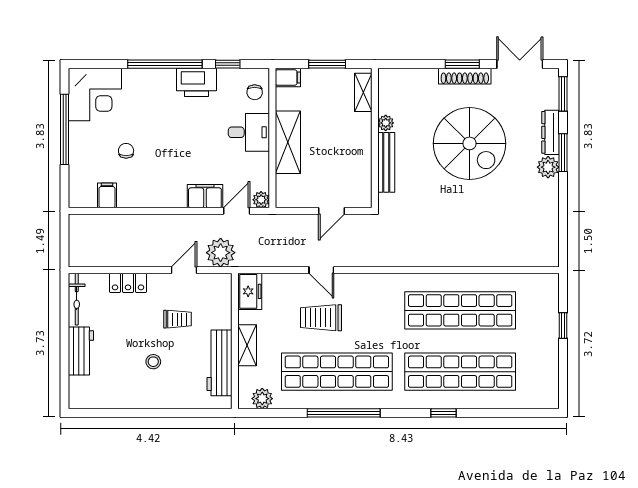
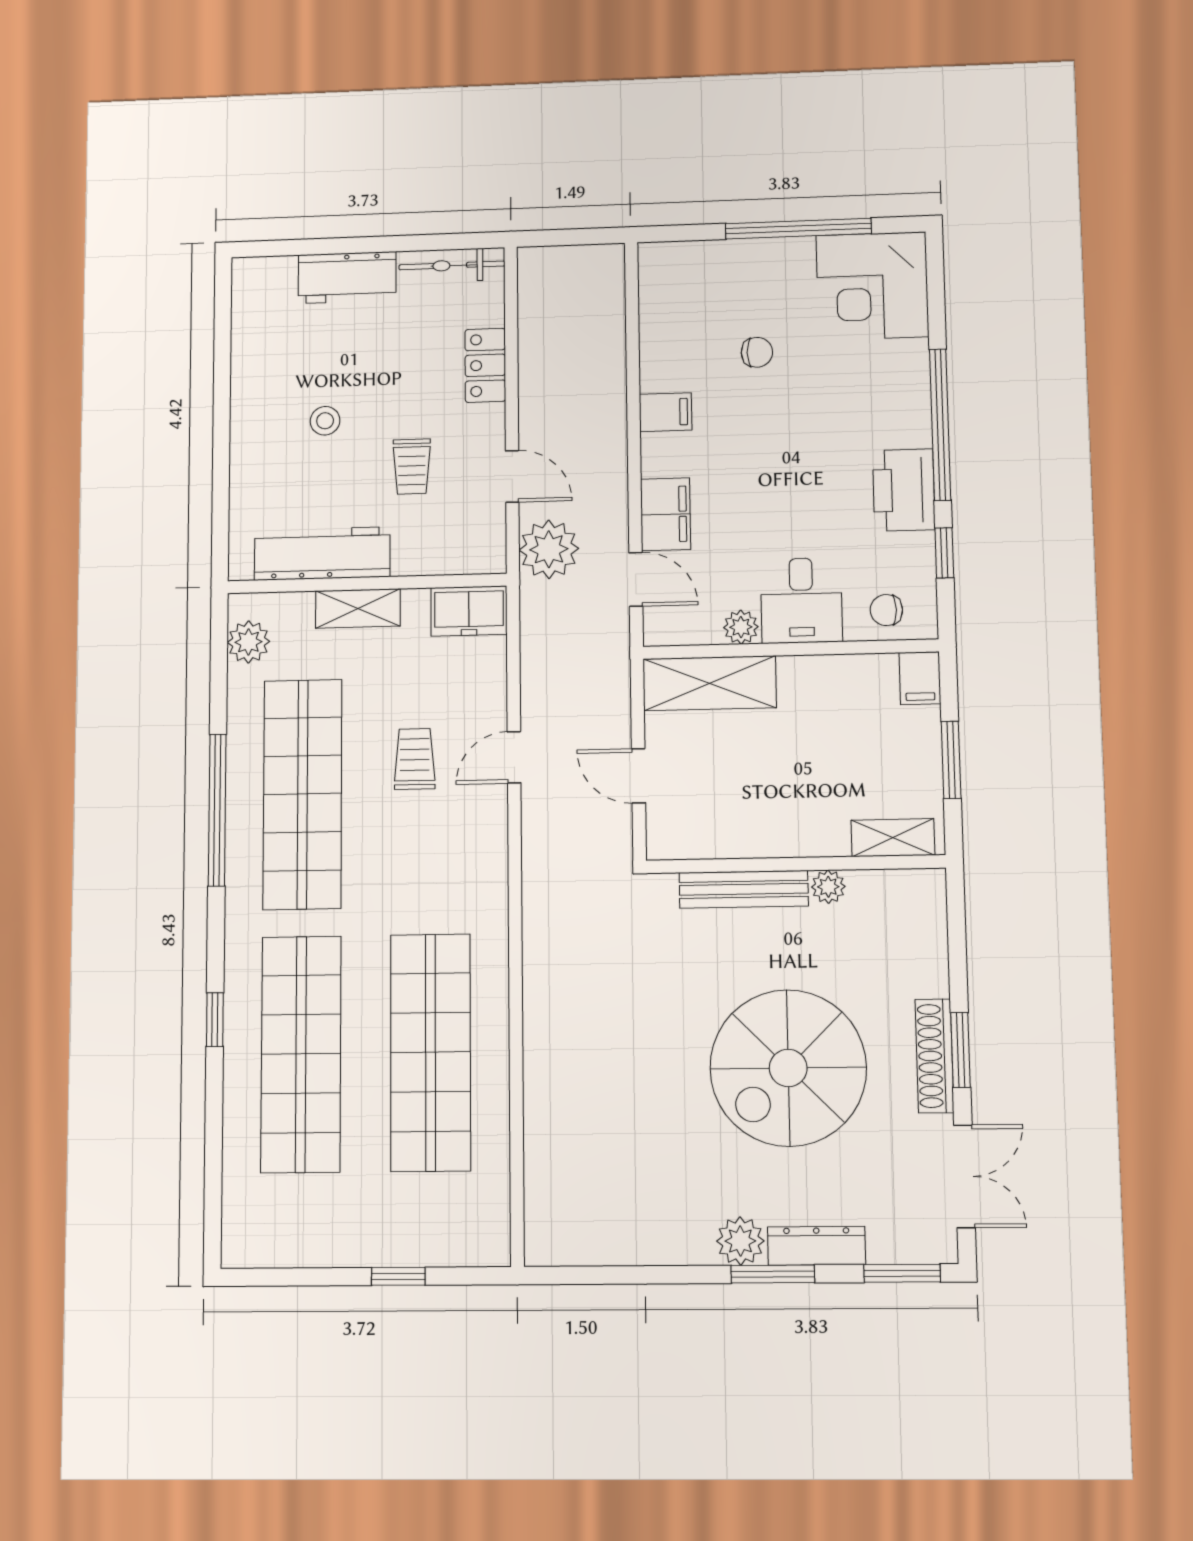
shelving: (288, 142) -> (710, 683), moved
filing cabinet: (107, 195) -> (665, 412), moved
plant: (261, 200) -> (741, 627), moved
trolley: (321, 318) -> (415, 759), width x0.73, depth x0.72

